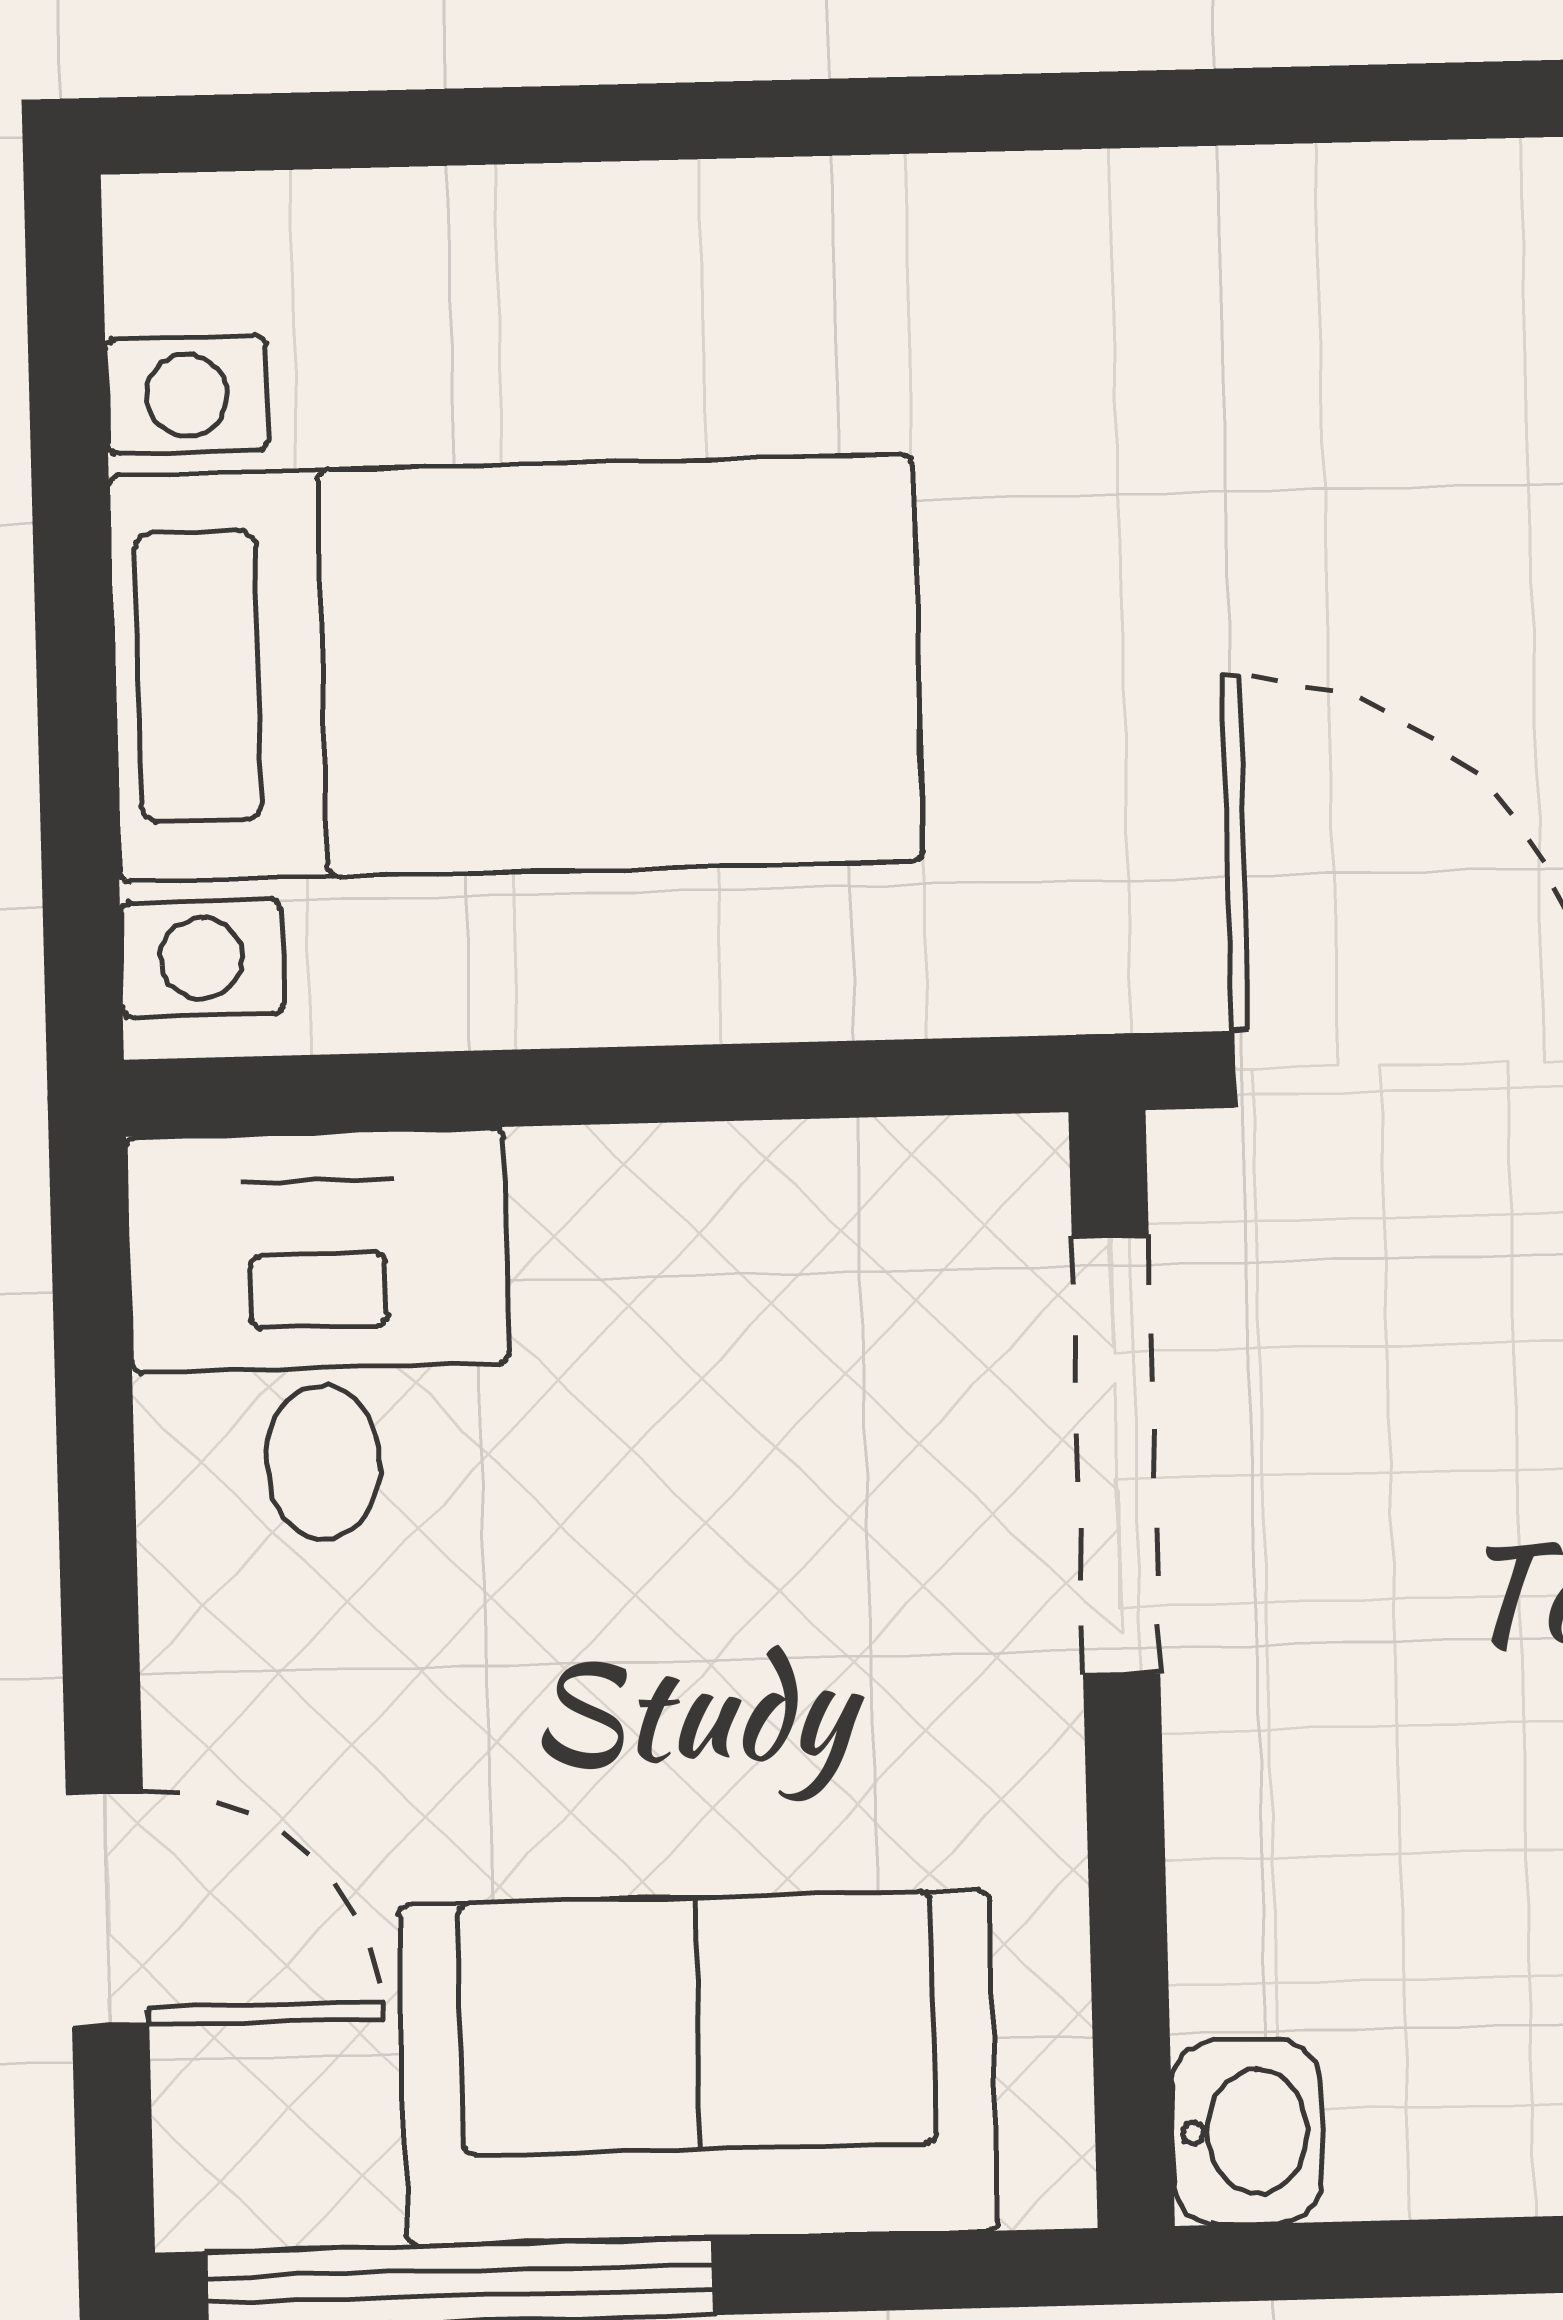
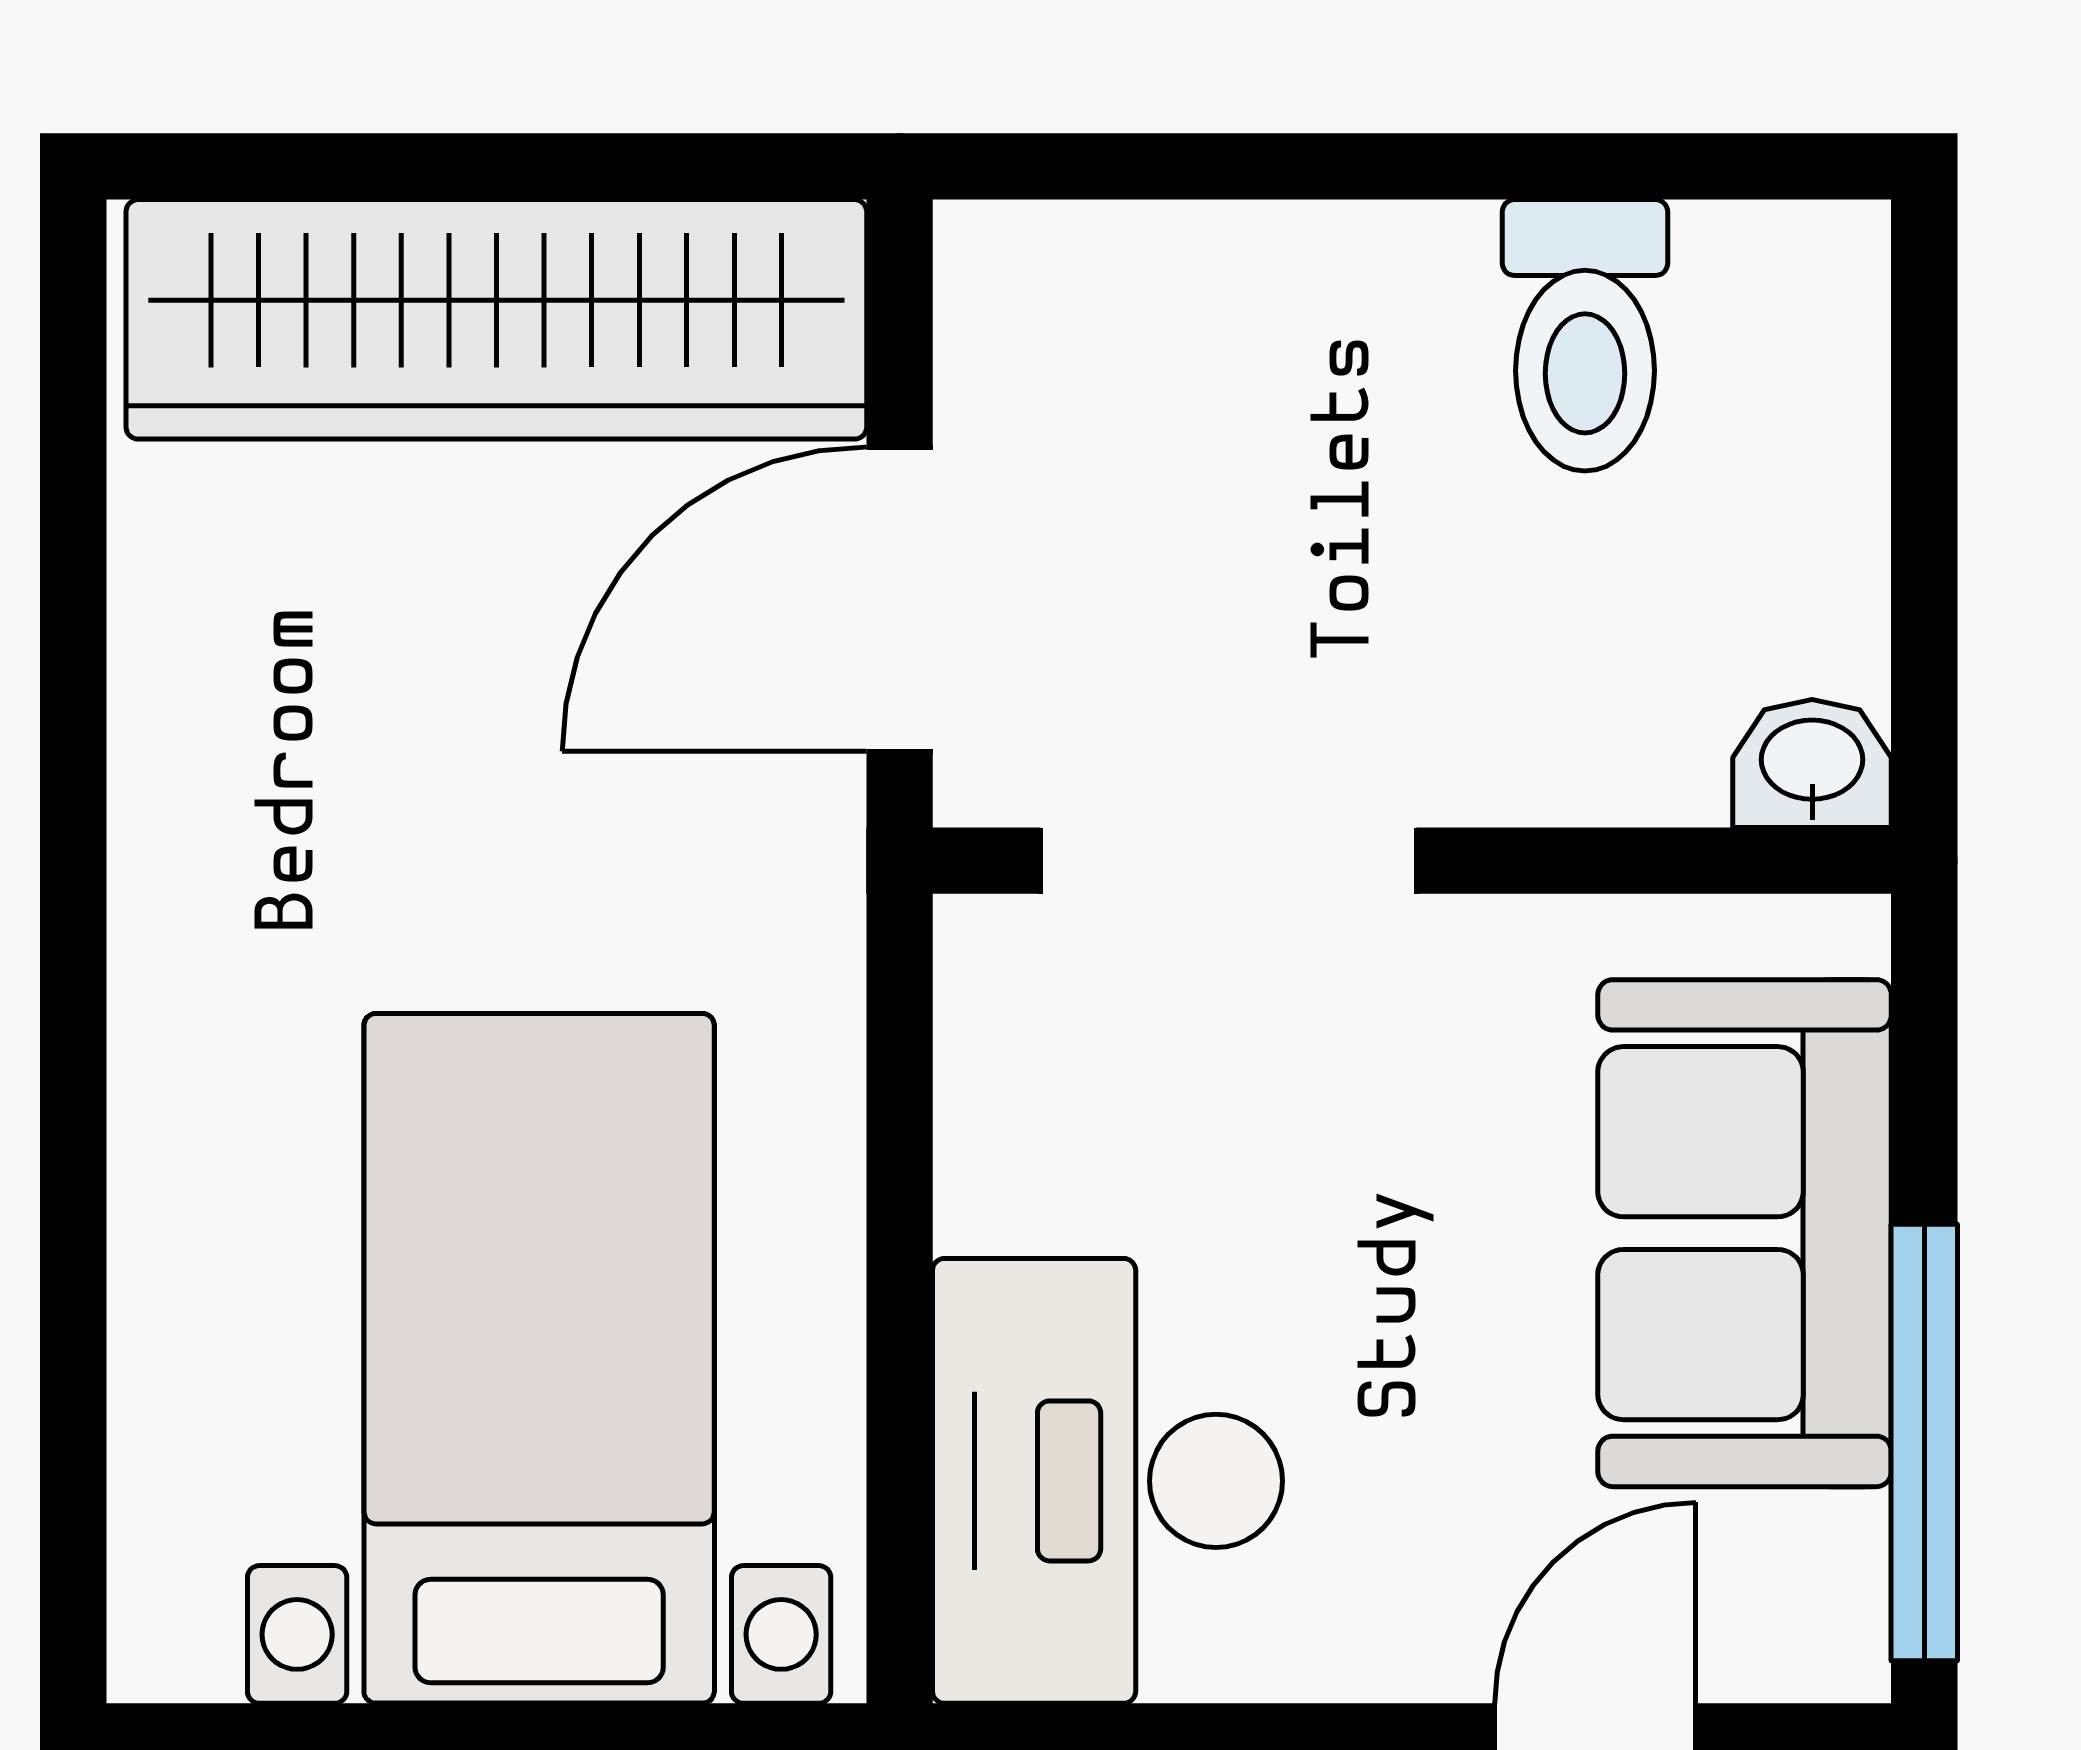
desk: (320, 1335) -> (1108, 1481), width x1.37

